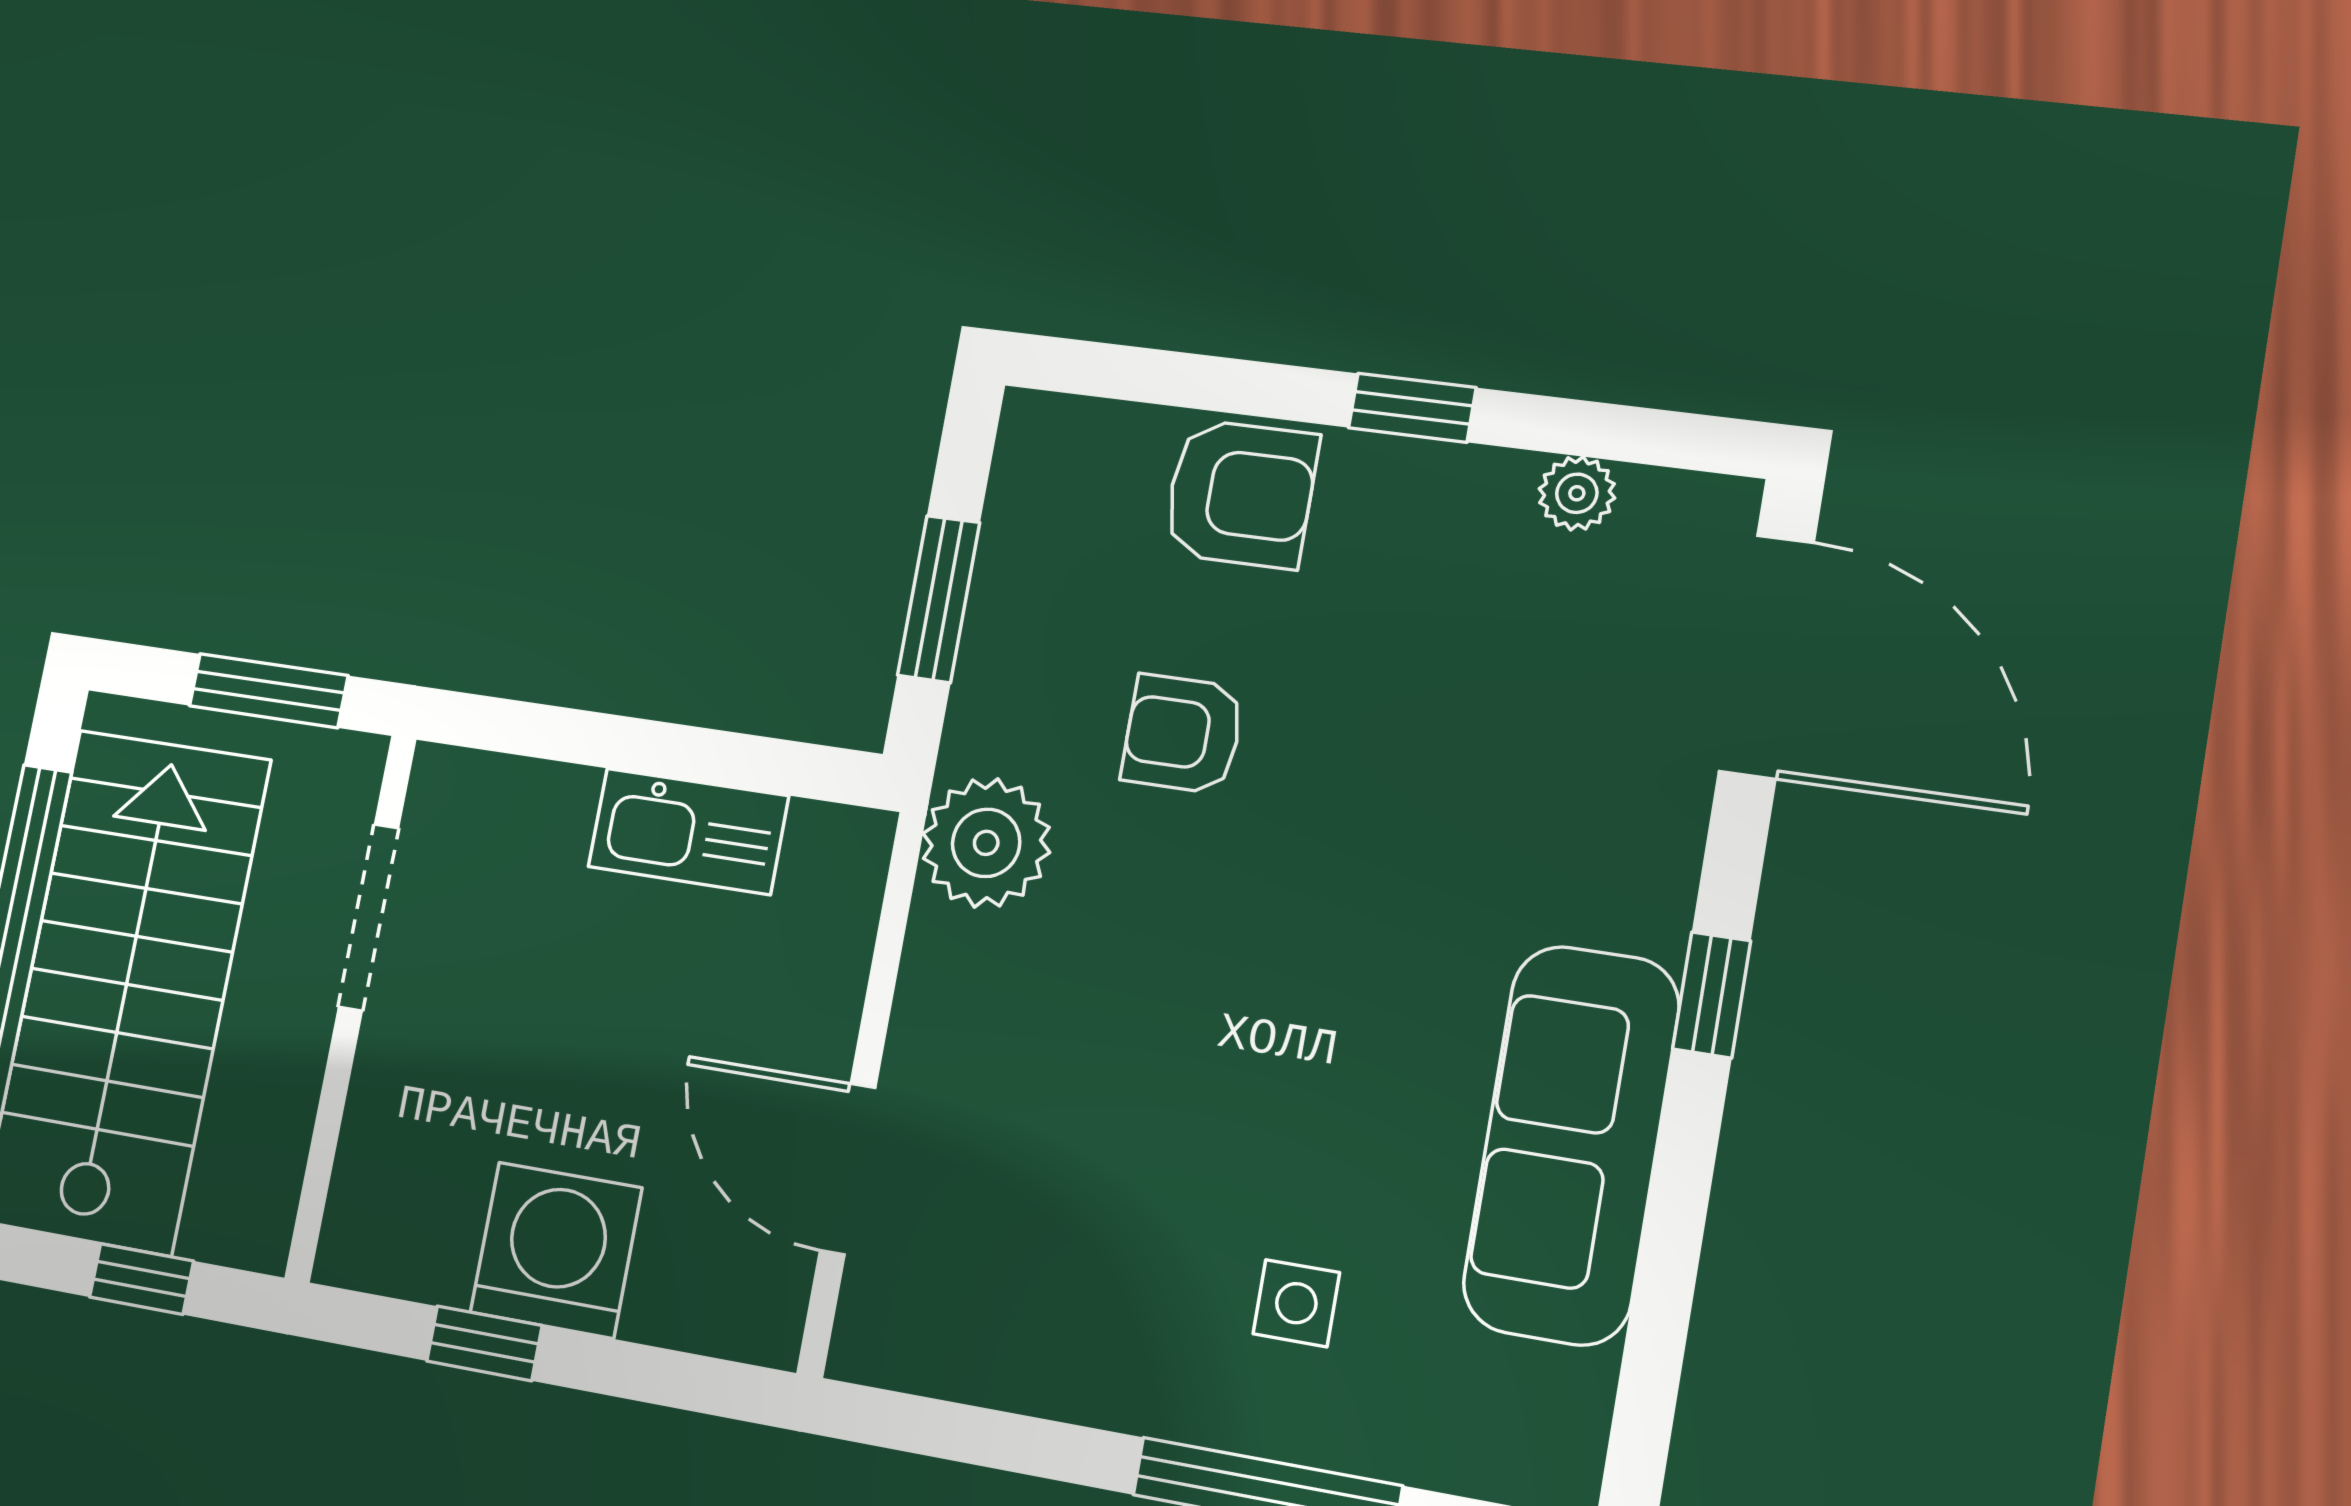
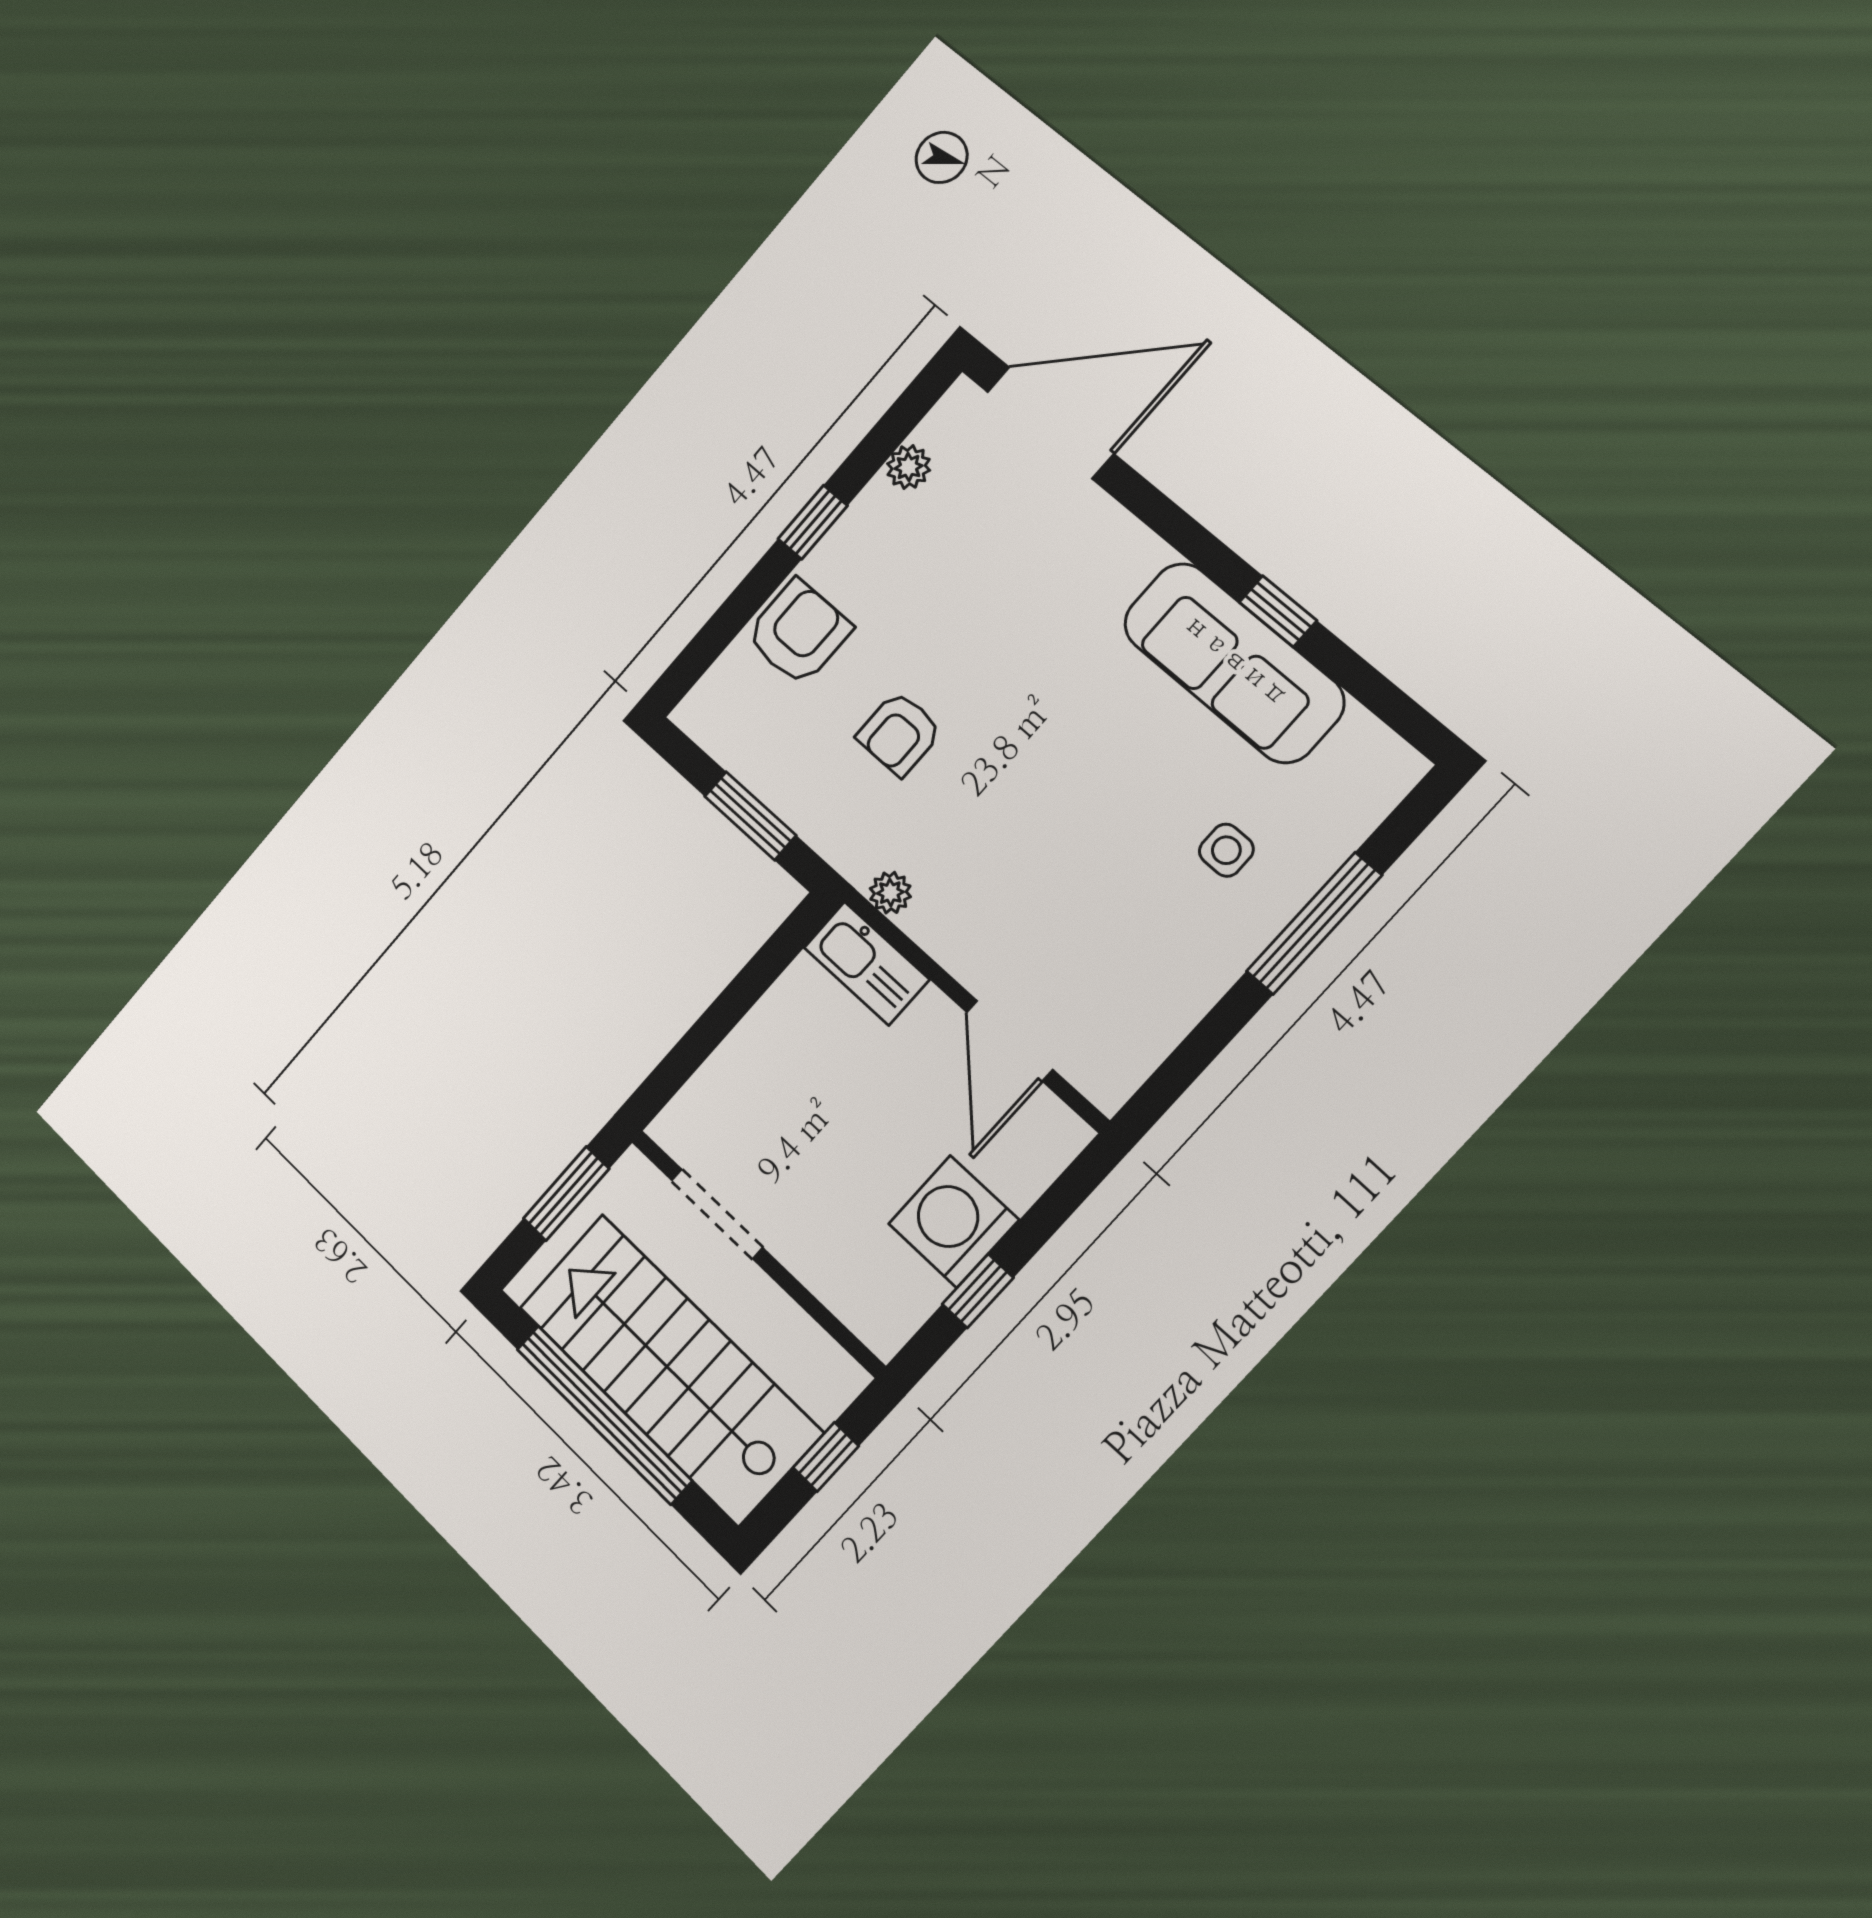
kitchen sink: (688, 831) -> (867, 963), moved, turned 90
plant: (986, 843) -> (890, 893), width x0.53, depth x0.53
window: (1712, 995) -> (1278, 611), moved
door: (848, 1169) -> (1010, 1041), hinge flipped

